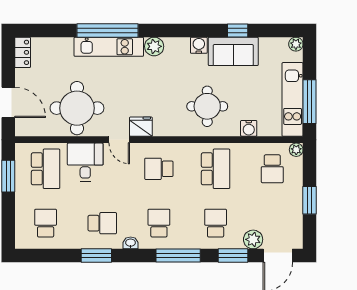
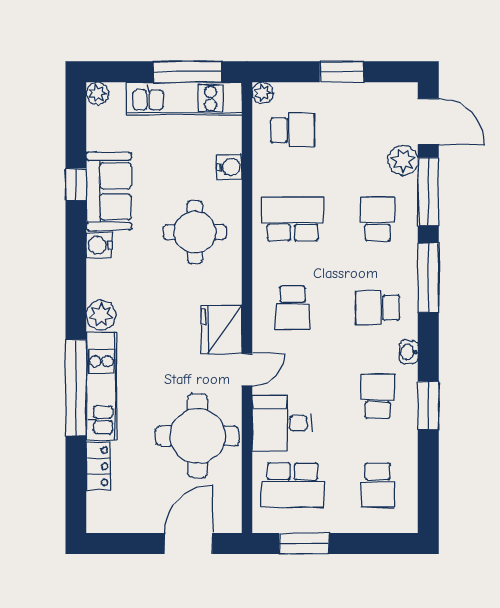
locker: (23, 52) -> (98, 466), moved, turned 90
fridge: (141, 127) -> (221, 329), width x1.36, depth x1.34
school desk: (46, 169) -> (293, 485), turned 180
school desk: (46, 223) -> (378, 485), turned -90
school desk: (216, 223) -> (378, 219), turned 90
window: (233, 256) -> (428, 192), width x1.44

